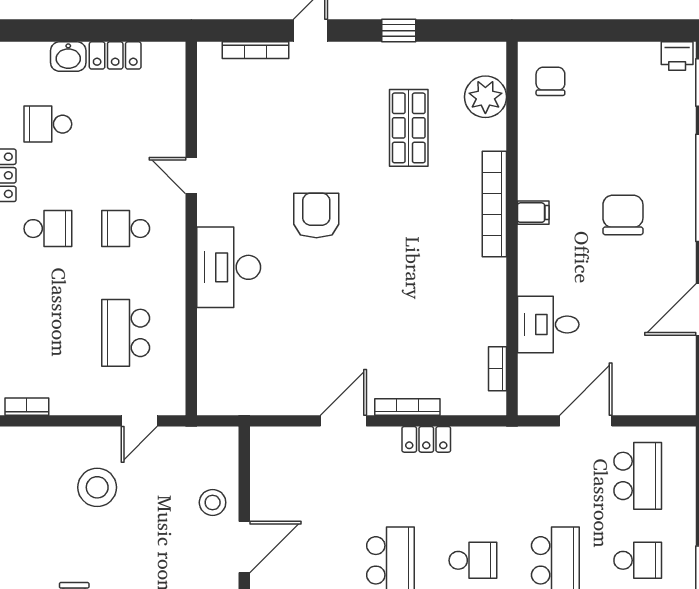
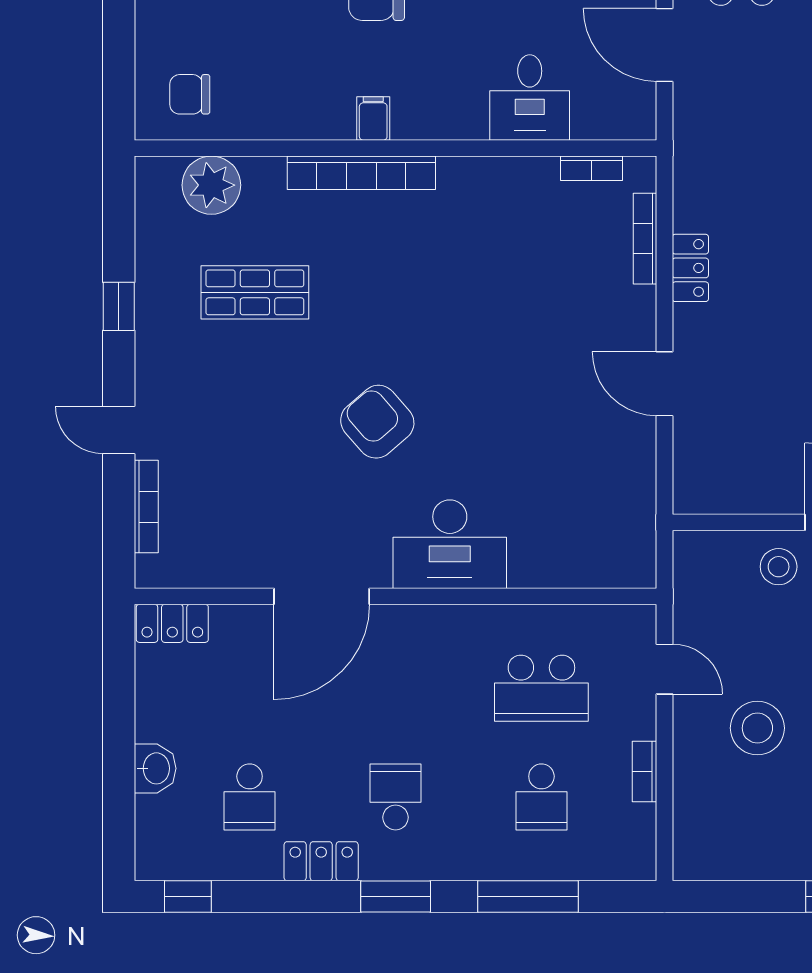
locker: (115, 55) -> (172, 623), moved, turned 90
door: (191, 176) -> (322, 596), width x1.87
armchair: (316, 215) -> (377, 422), turned 49
school desk: (126, 229) -> (541, 797), moved
bookcase: (27, 407) -> (645, 772), moved
bookcase: (407, 407) -> (645, 239), moved

